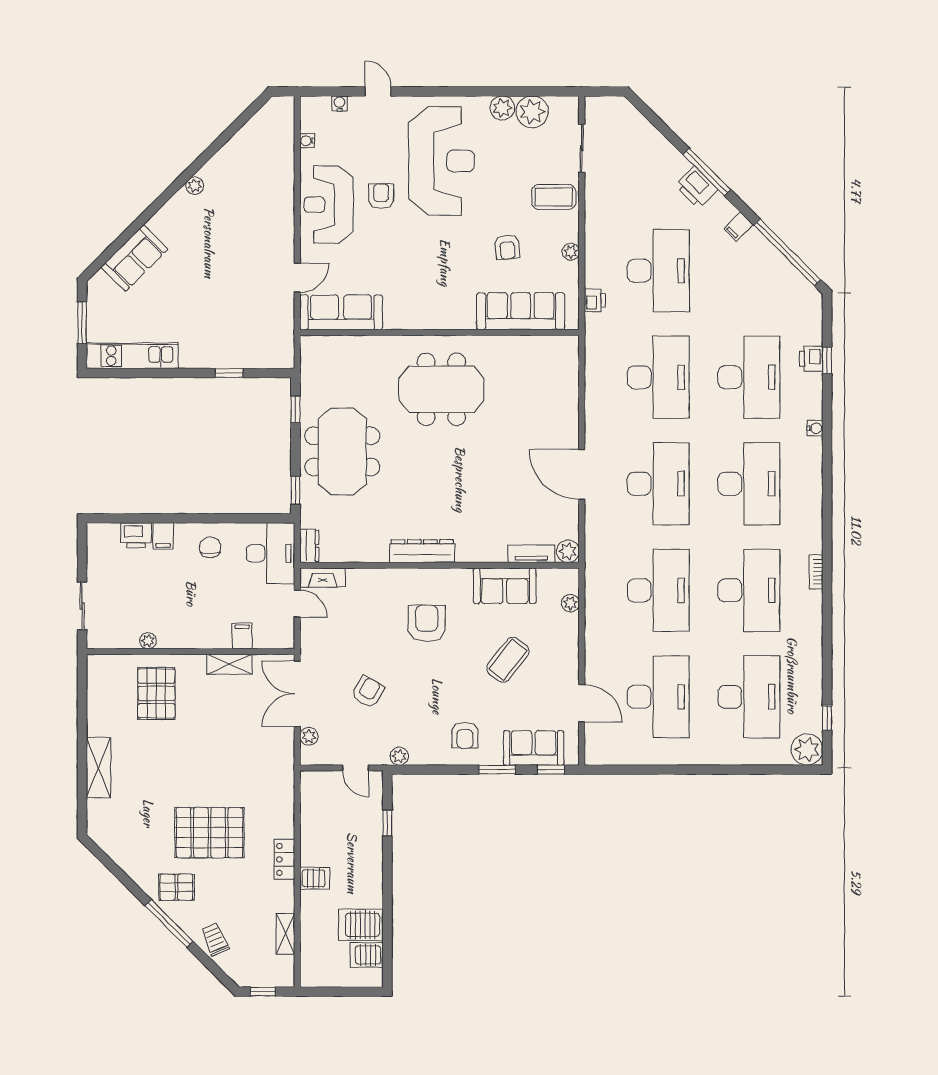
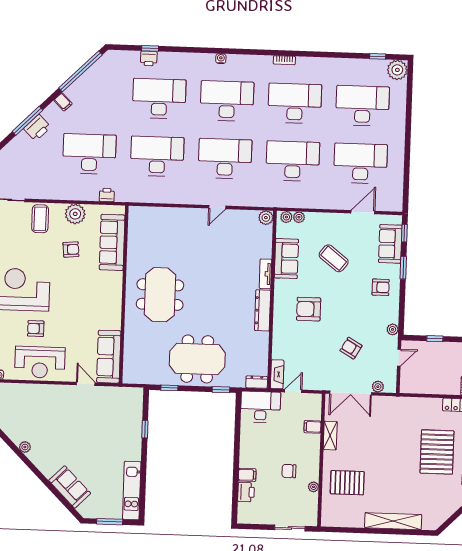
plant: (571, 252) -> (75, 214), width x1.88, depth x1.88
water cooler: (815, 428) -> (221, 59), moved
door: (582, 474) -> (217, 207), width x0.53
chair: (210, 547) -> (289, 471), moved
tv unit: (531, 554) -> (265, 274), moved
plant: (570, 583) -> (286, 217), added
shelving: (99, 768) -> (393, 521), width x1.47

